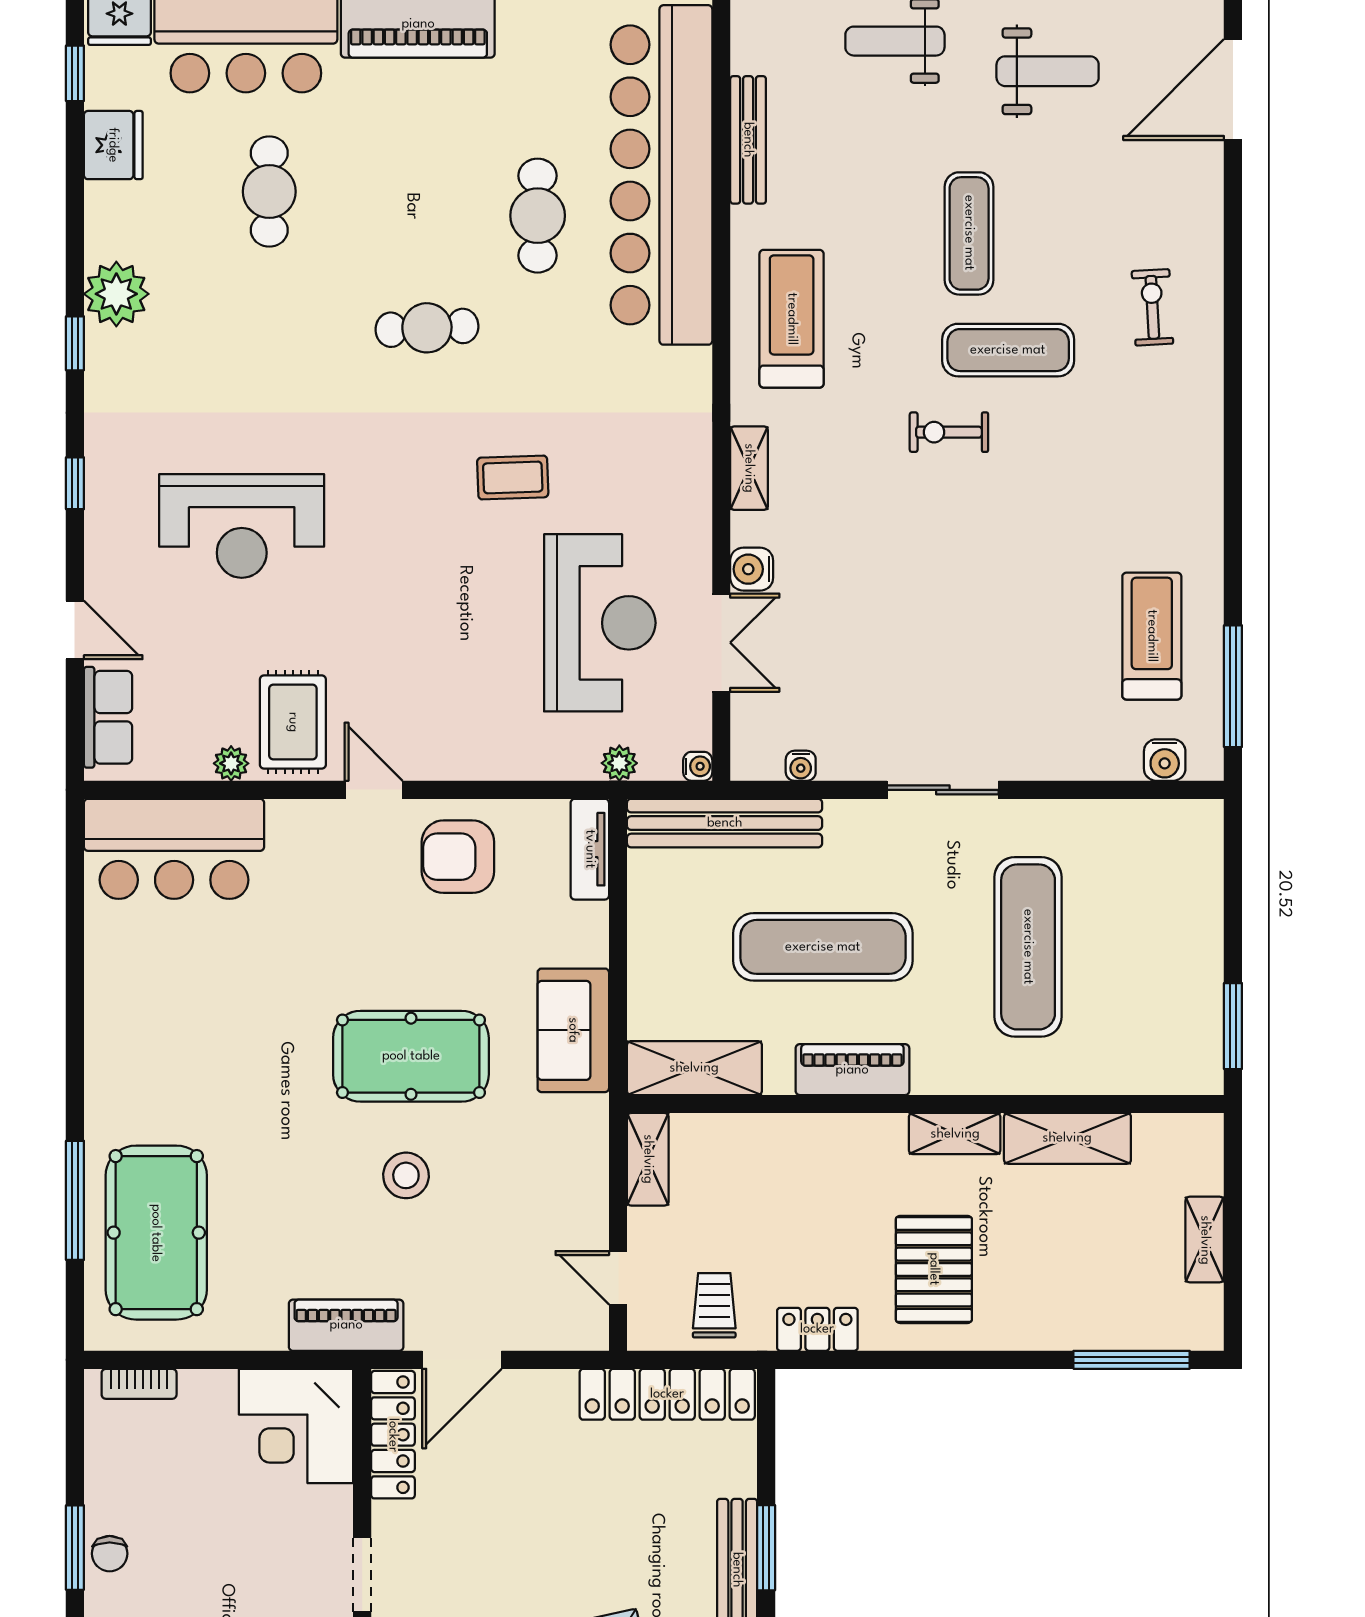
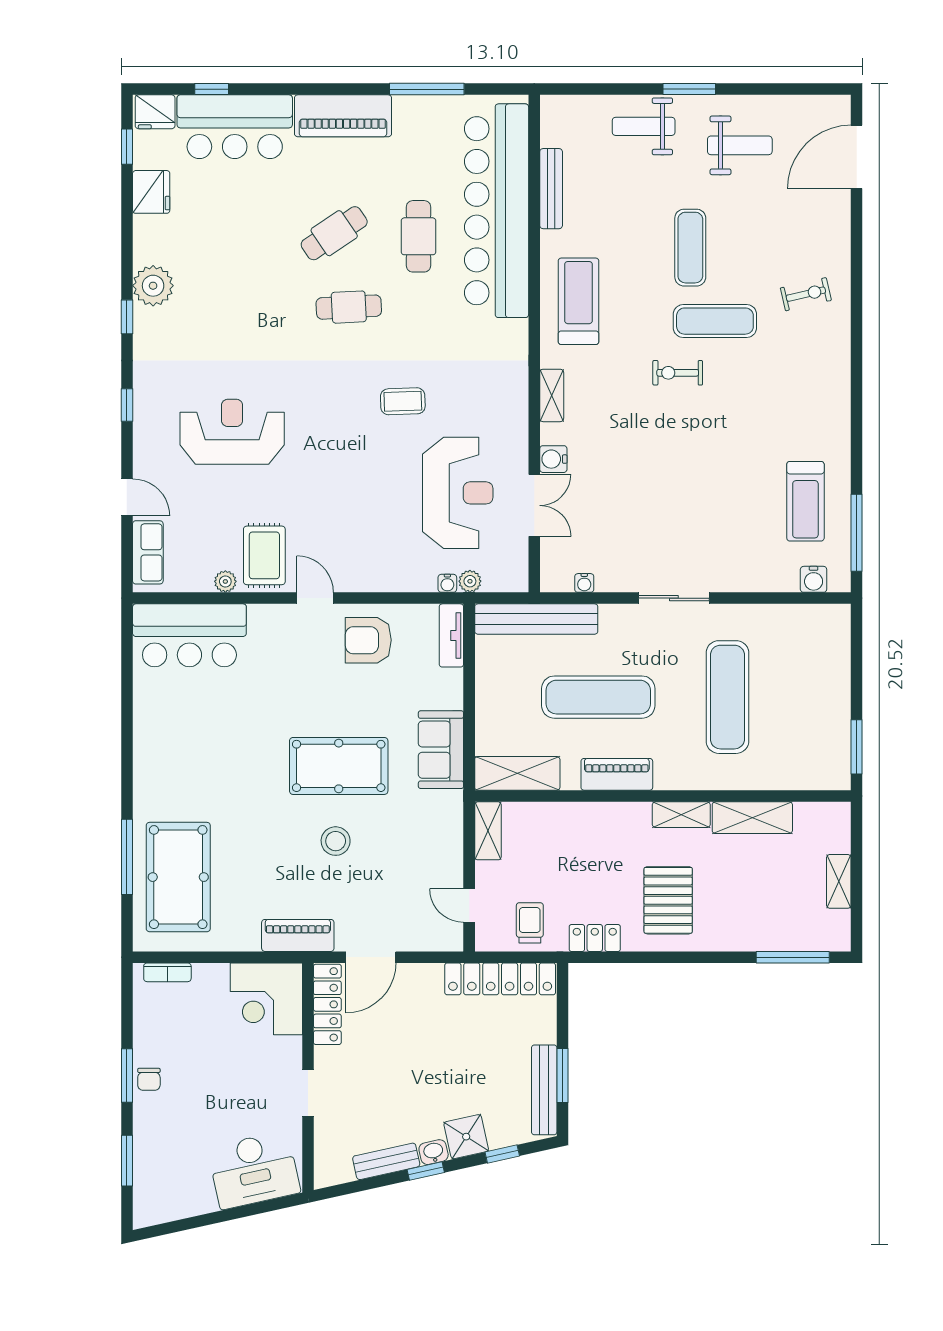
cafe table: (269, 192) -> (334, 233), moved, turned 56
exercise bike: (1152, 307) -> (806, 294), turned 80
reception desk: (242, 526) -> (232, 432), turned 180
treadmill: (1152, 636) -> (805, 501), turned 180
water cooler: (698, 766) -> (447, 583), moved, turned 90

